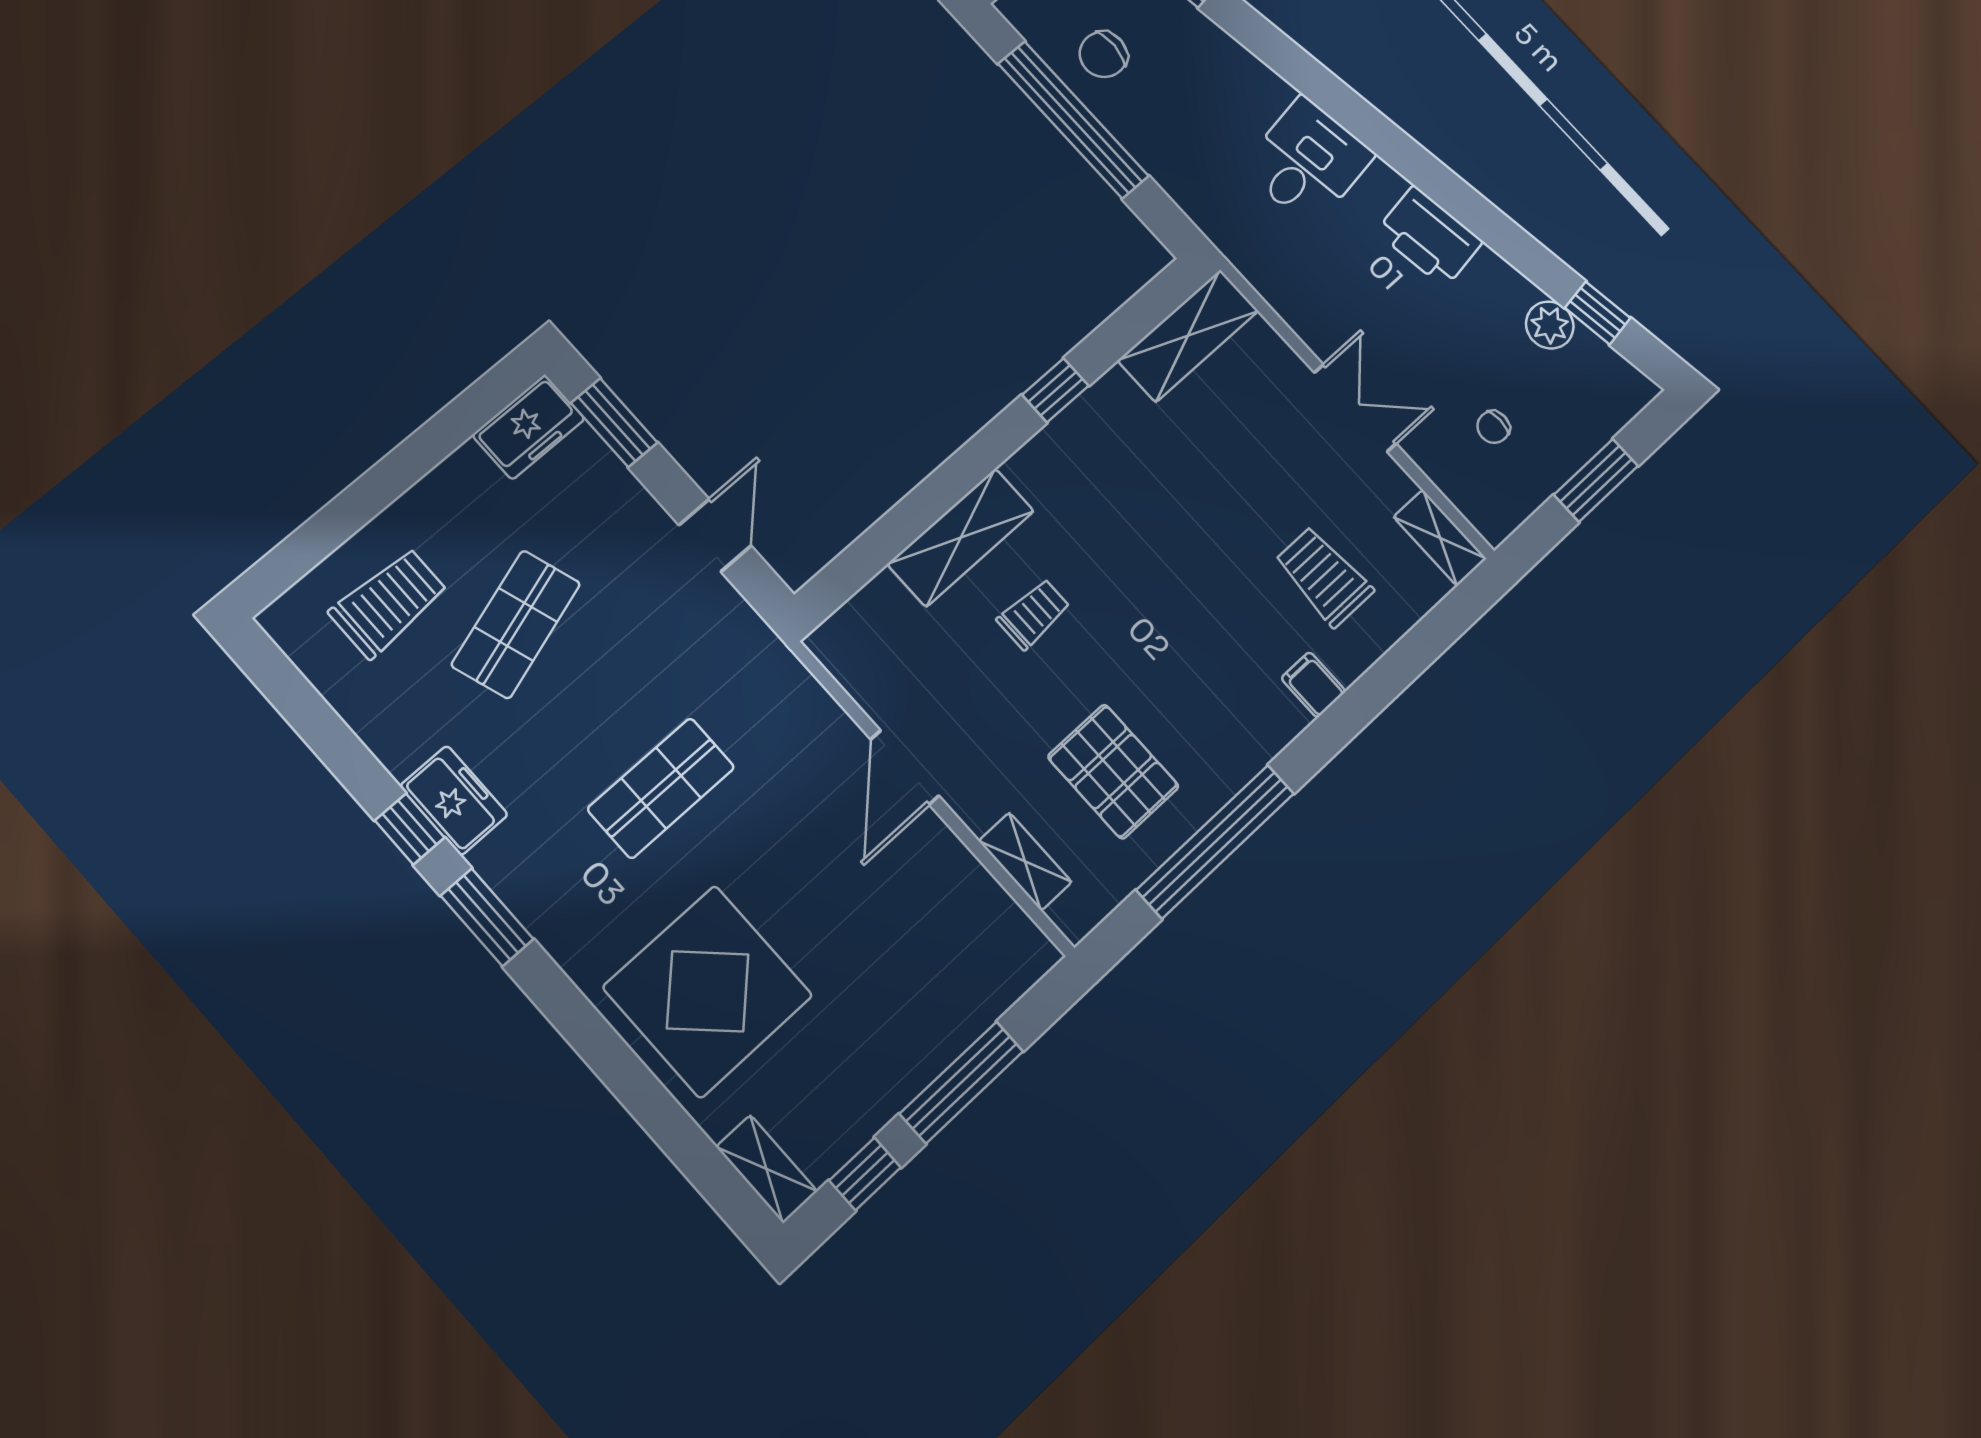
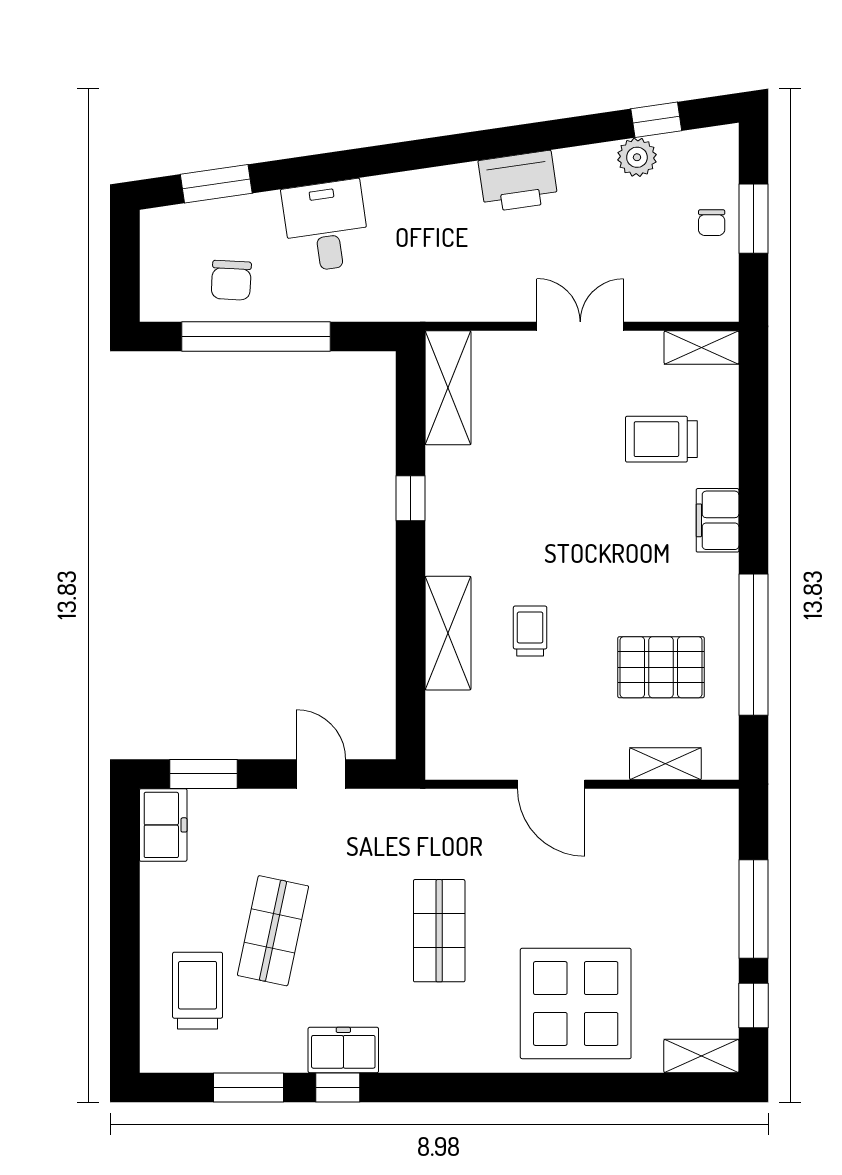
desk: (1308, 162) -> (326, 226), moved
chair: (1493, 427) -> (712, 223), moved
shop shelf: (516, 624) -> (273, 931), turned 30
filing cabinet: (1313, 685) -> (718, 520), width x2.00
window: (487, 917) -> (249, 1087), moved

